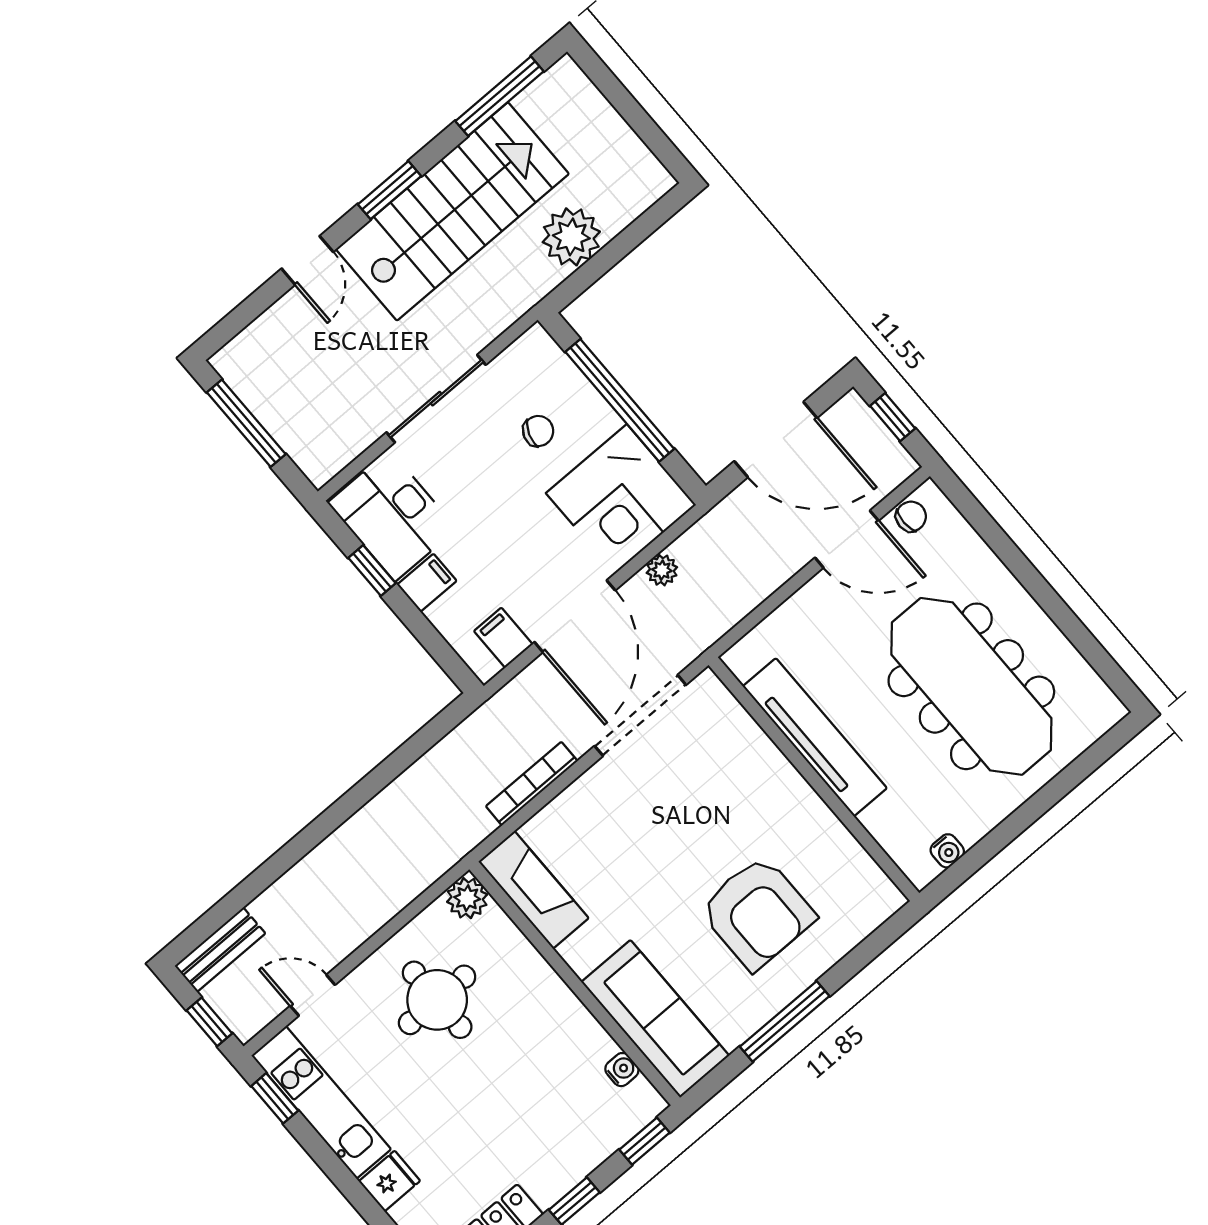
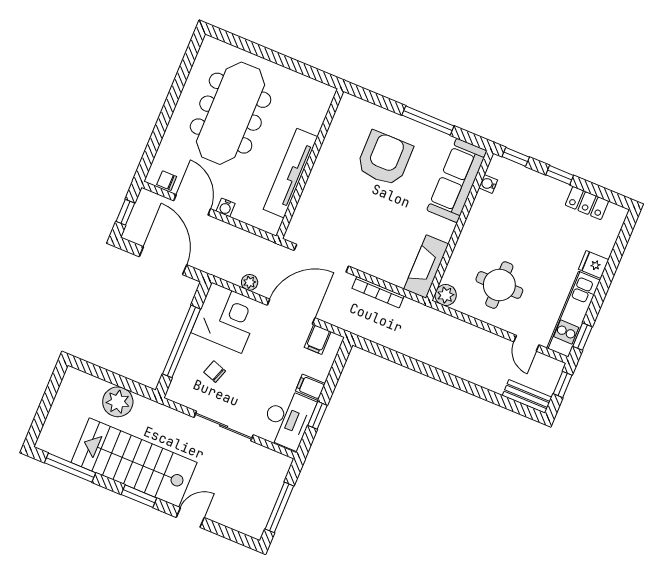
water cooler: (947, 851) -> (226, 207), moved, turned 180

